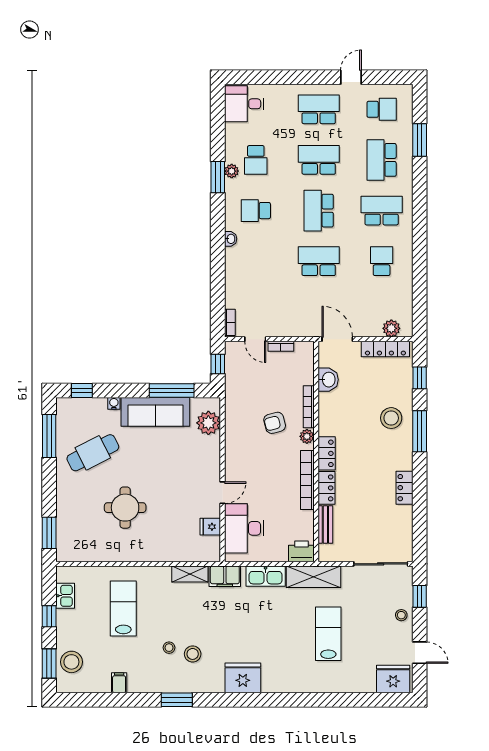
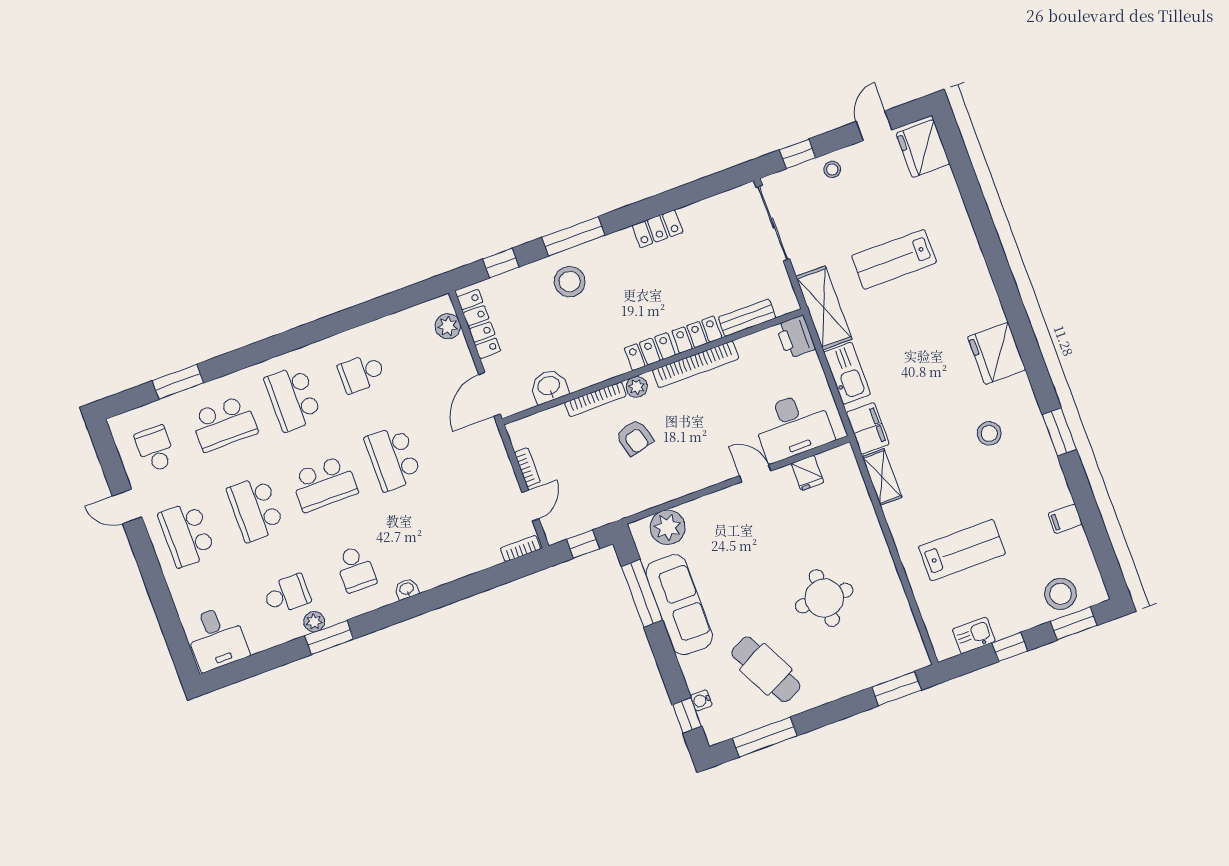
water cooler: (114, 403) -> (701, 700), moved
lab bench: (123, 608) -> (962, 550), turned 180
stool: (169, 648) -> (992, 469), removed

